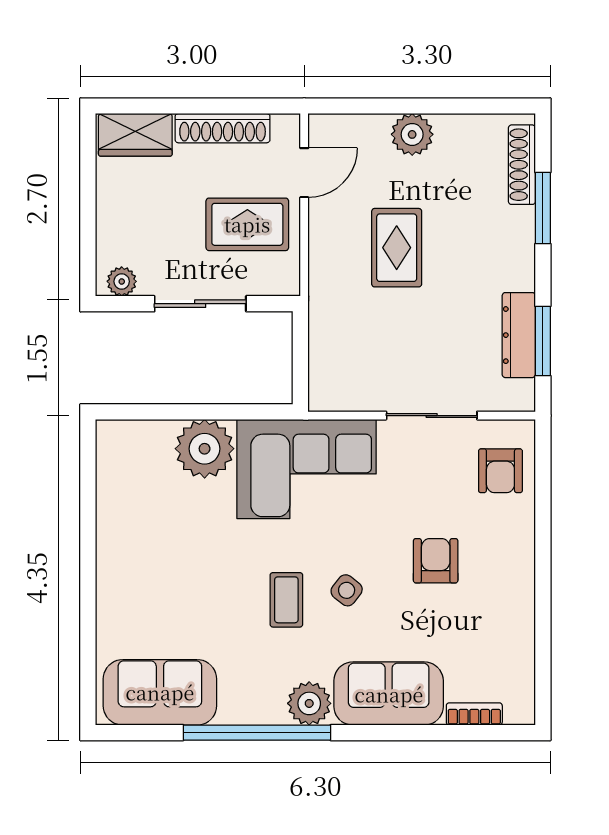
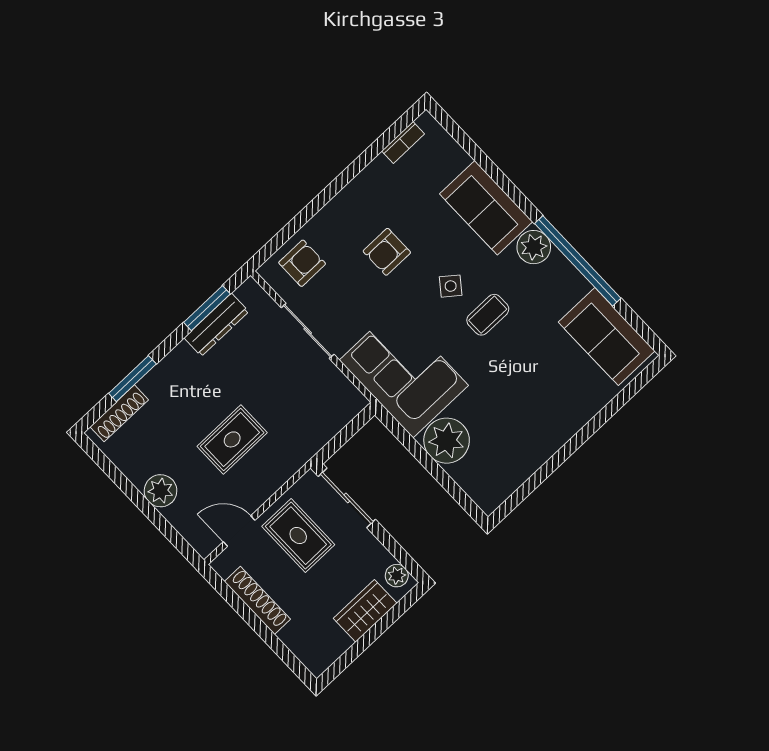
wardrobe: (135, 135) -> (365, 611), moved, turned -90
sliding door: (200, 304) -> (347, 498), moved
bookcase: (474, 714) -> (403, 142), moved, turned -90

